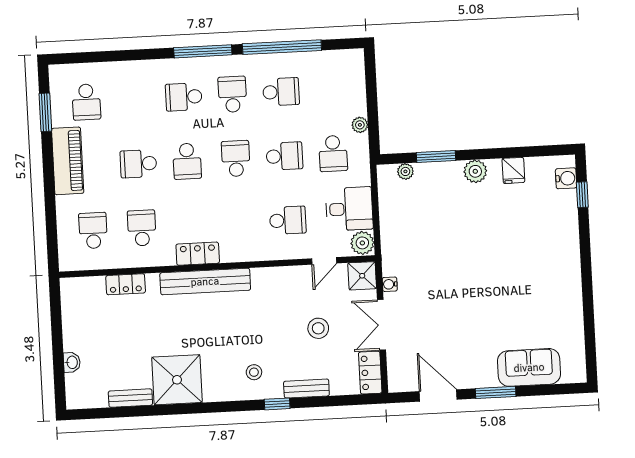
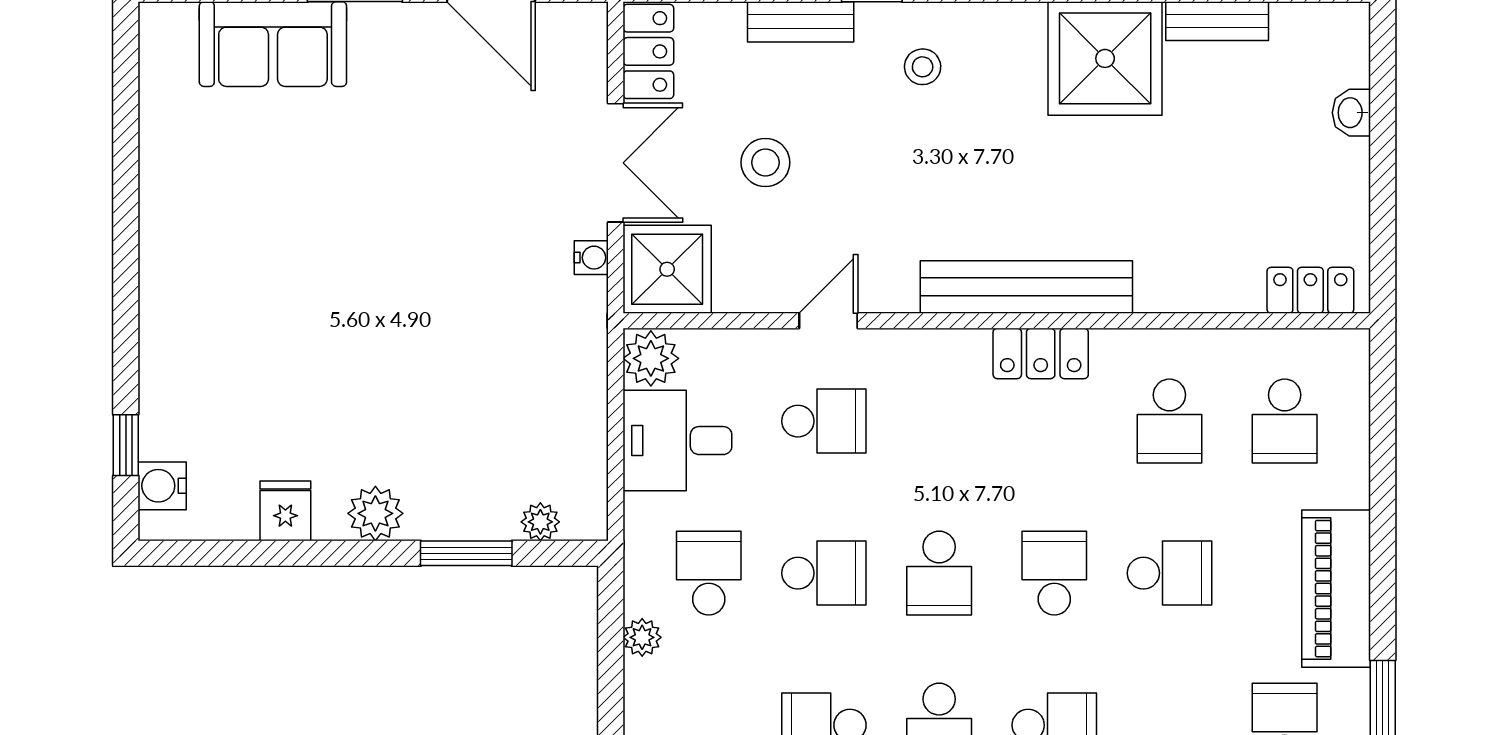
school desk: (284, 156) -> (824, 573), turned 180
school desk: (288, 220) -> (824, 421), turned 180
door: (324, 261) -> (828, 321), moved
shower: (362, 276) -> (667, 269), width x1.36, depth x1.36
locker: (126, 284) -> (1310, 290), moved

